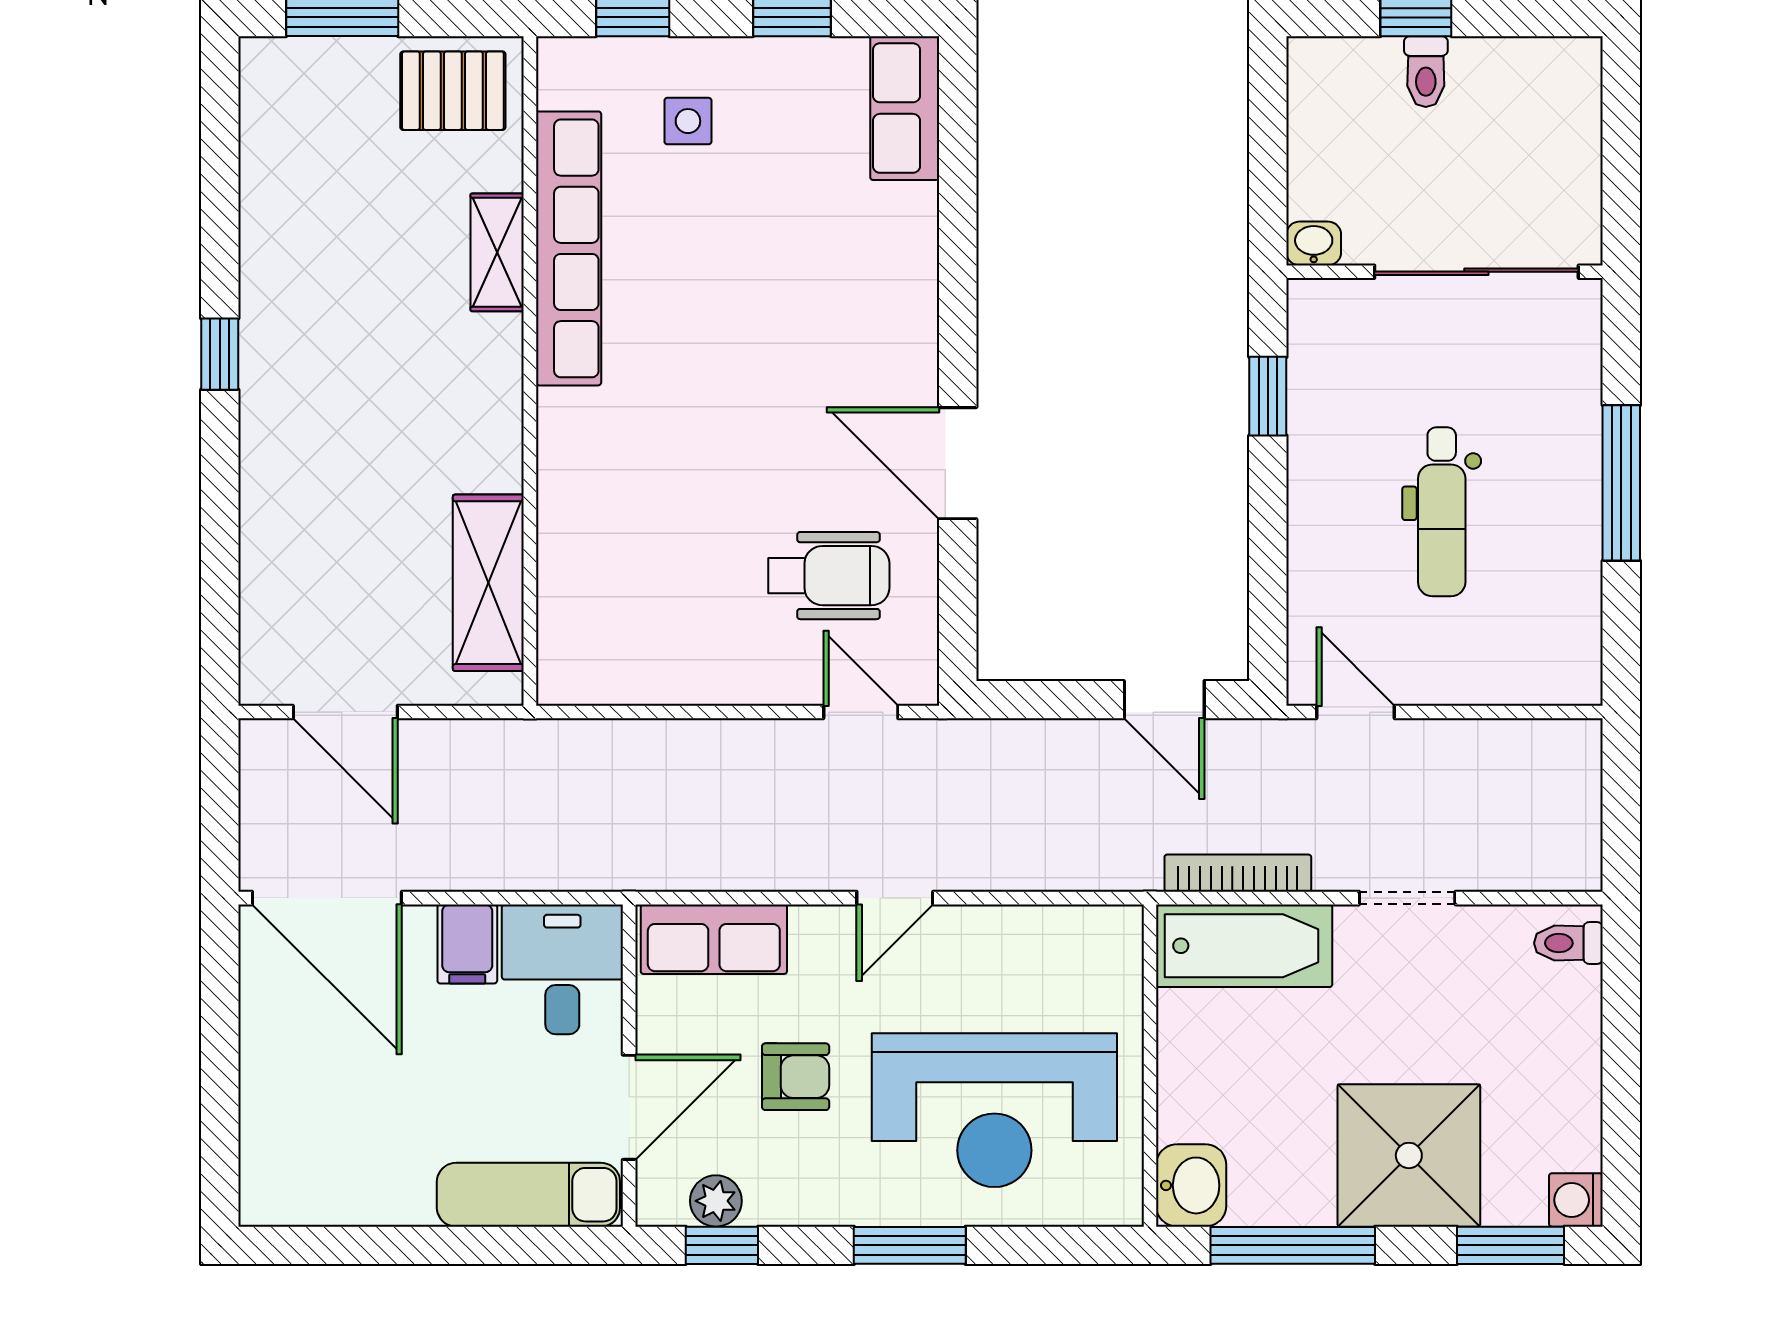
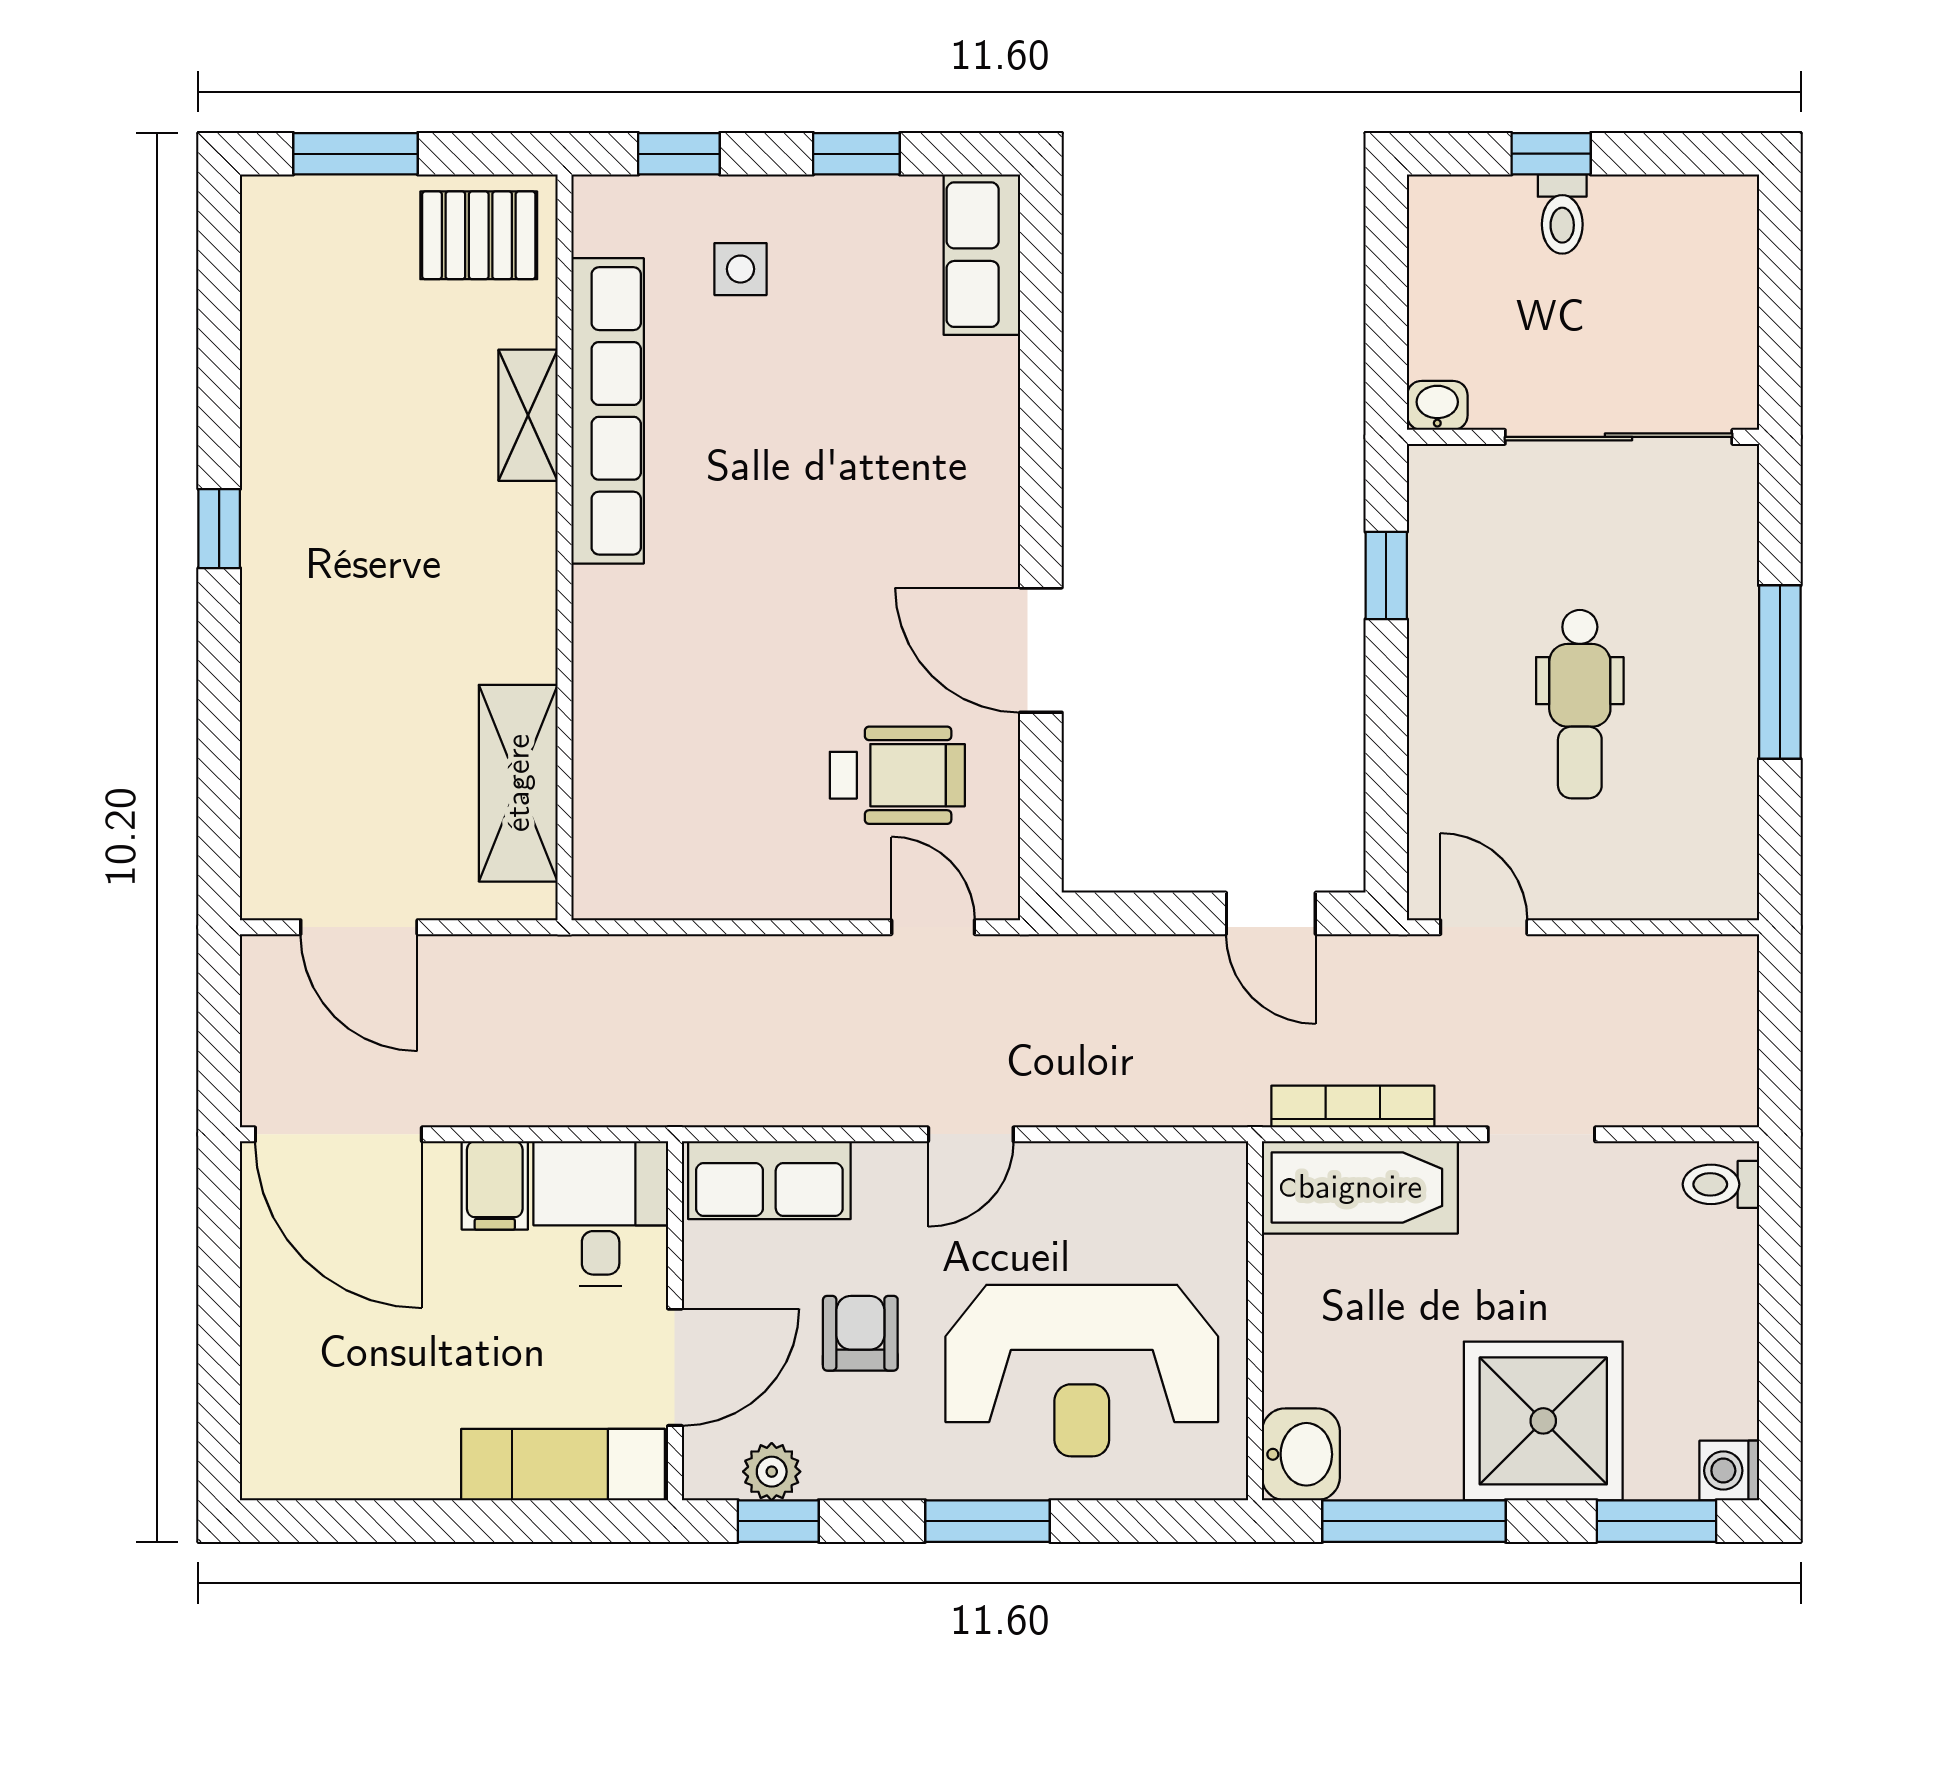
armchair: (796, 1077) -> (860, 1333), turned -90

